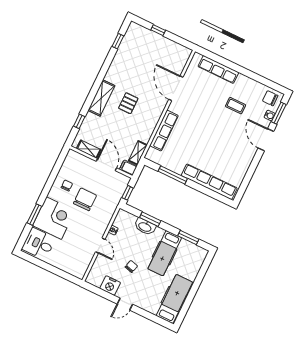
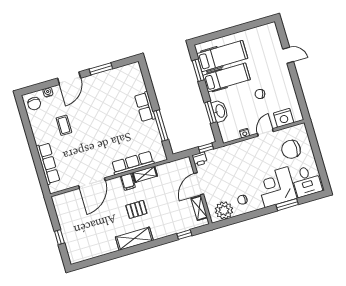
window: (118, 41) -> (96, 260), removed
shelving: (101, 98) -> (134, 239), moved
window: (279, 113) -> (101, 69), moved
shelving: (138, 153) -> (145, 174), moved
plant: (71, 165) -> (224, 210), added
filing cabinet: (128, 168) -> (128, 182), moved
printer: (124, 181) -> (200, 159), added
row of seats: (209, 182) -> (145, 107), width x0.50
chair: (85, 199) -> (291, 149), moved
nightstand: (110, 286) -> (284, 118), moved, turned 90
hospital bed: (174, 299) -> (222, 56), moved, turned 180
door: (125, 304) -> (288, 55), moved

